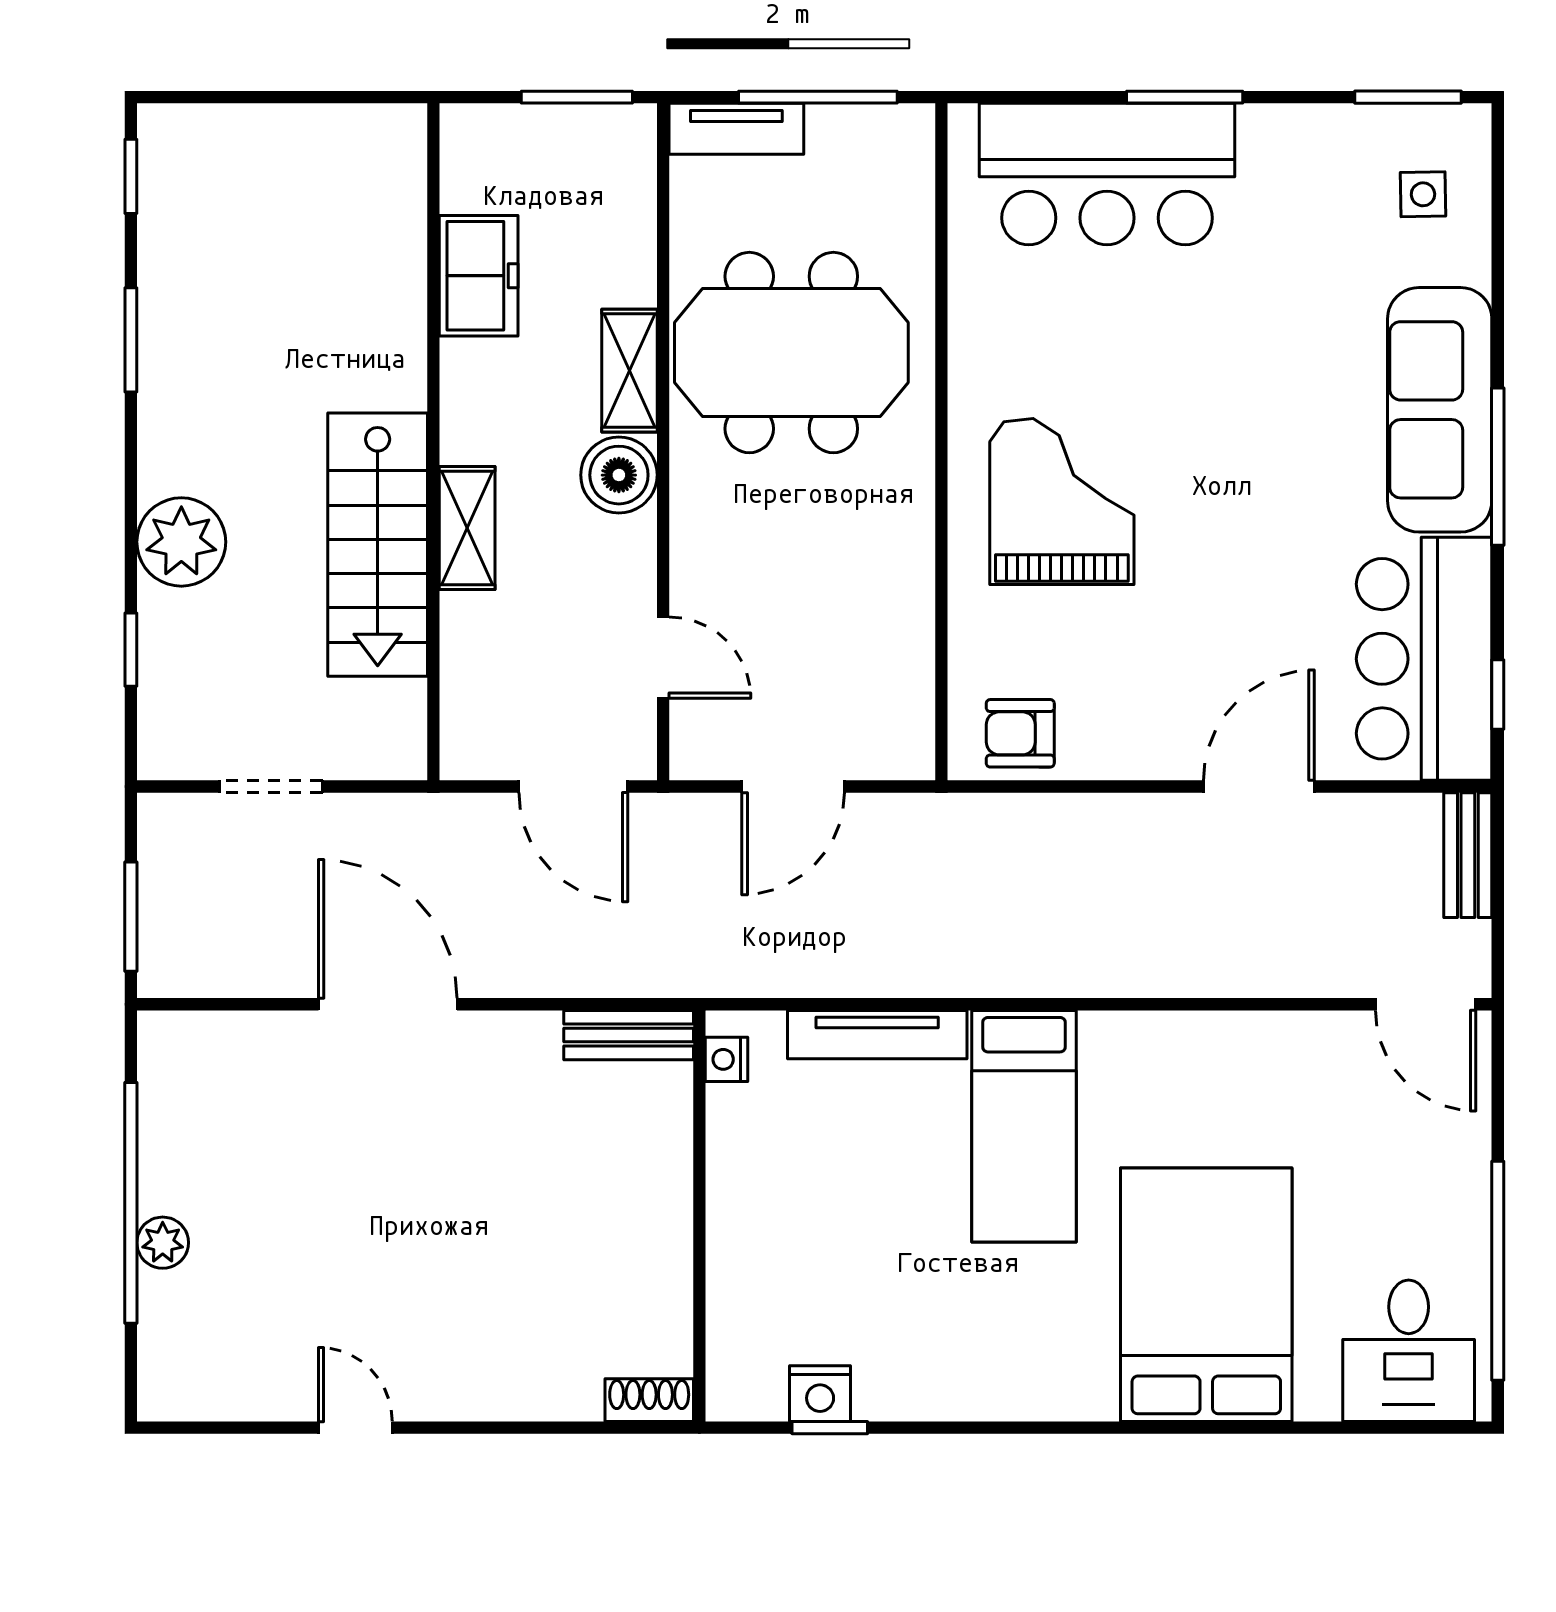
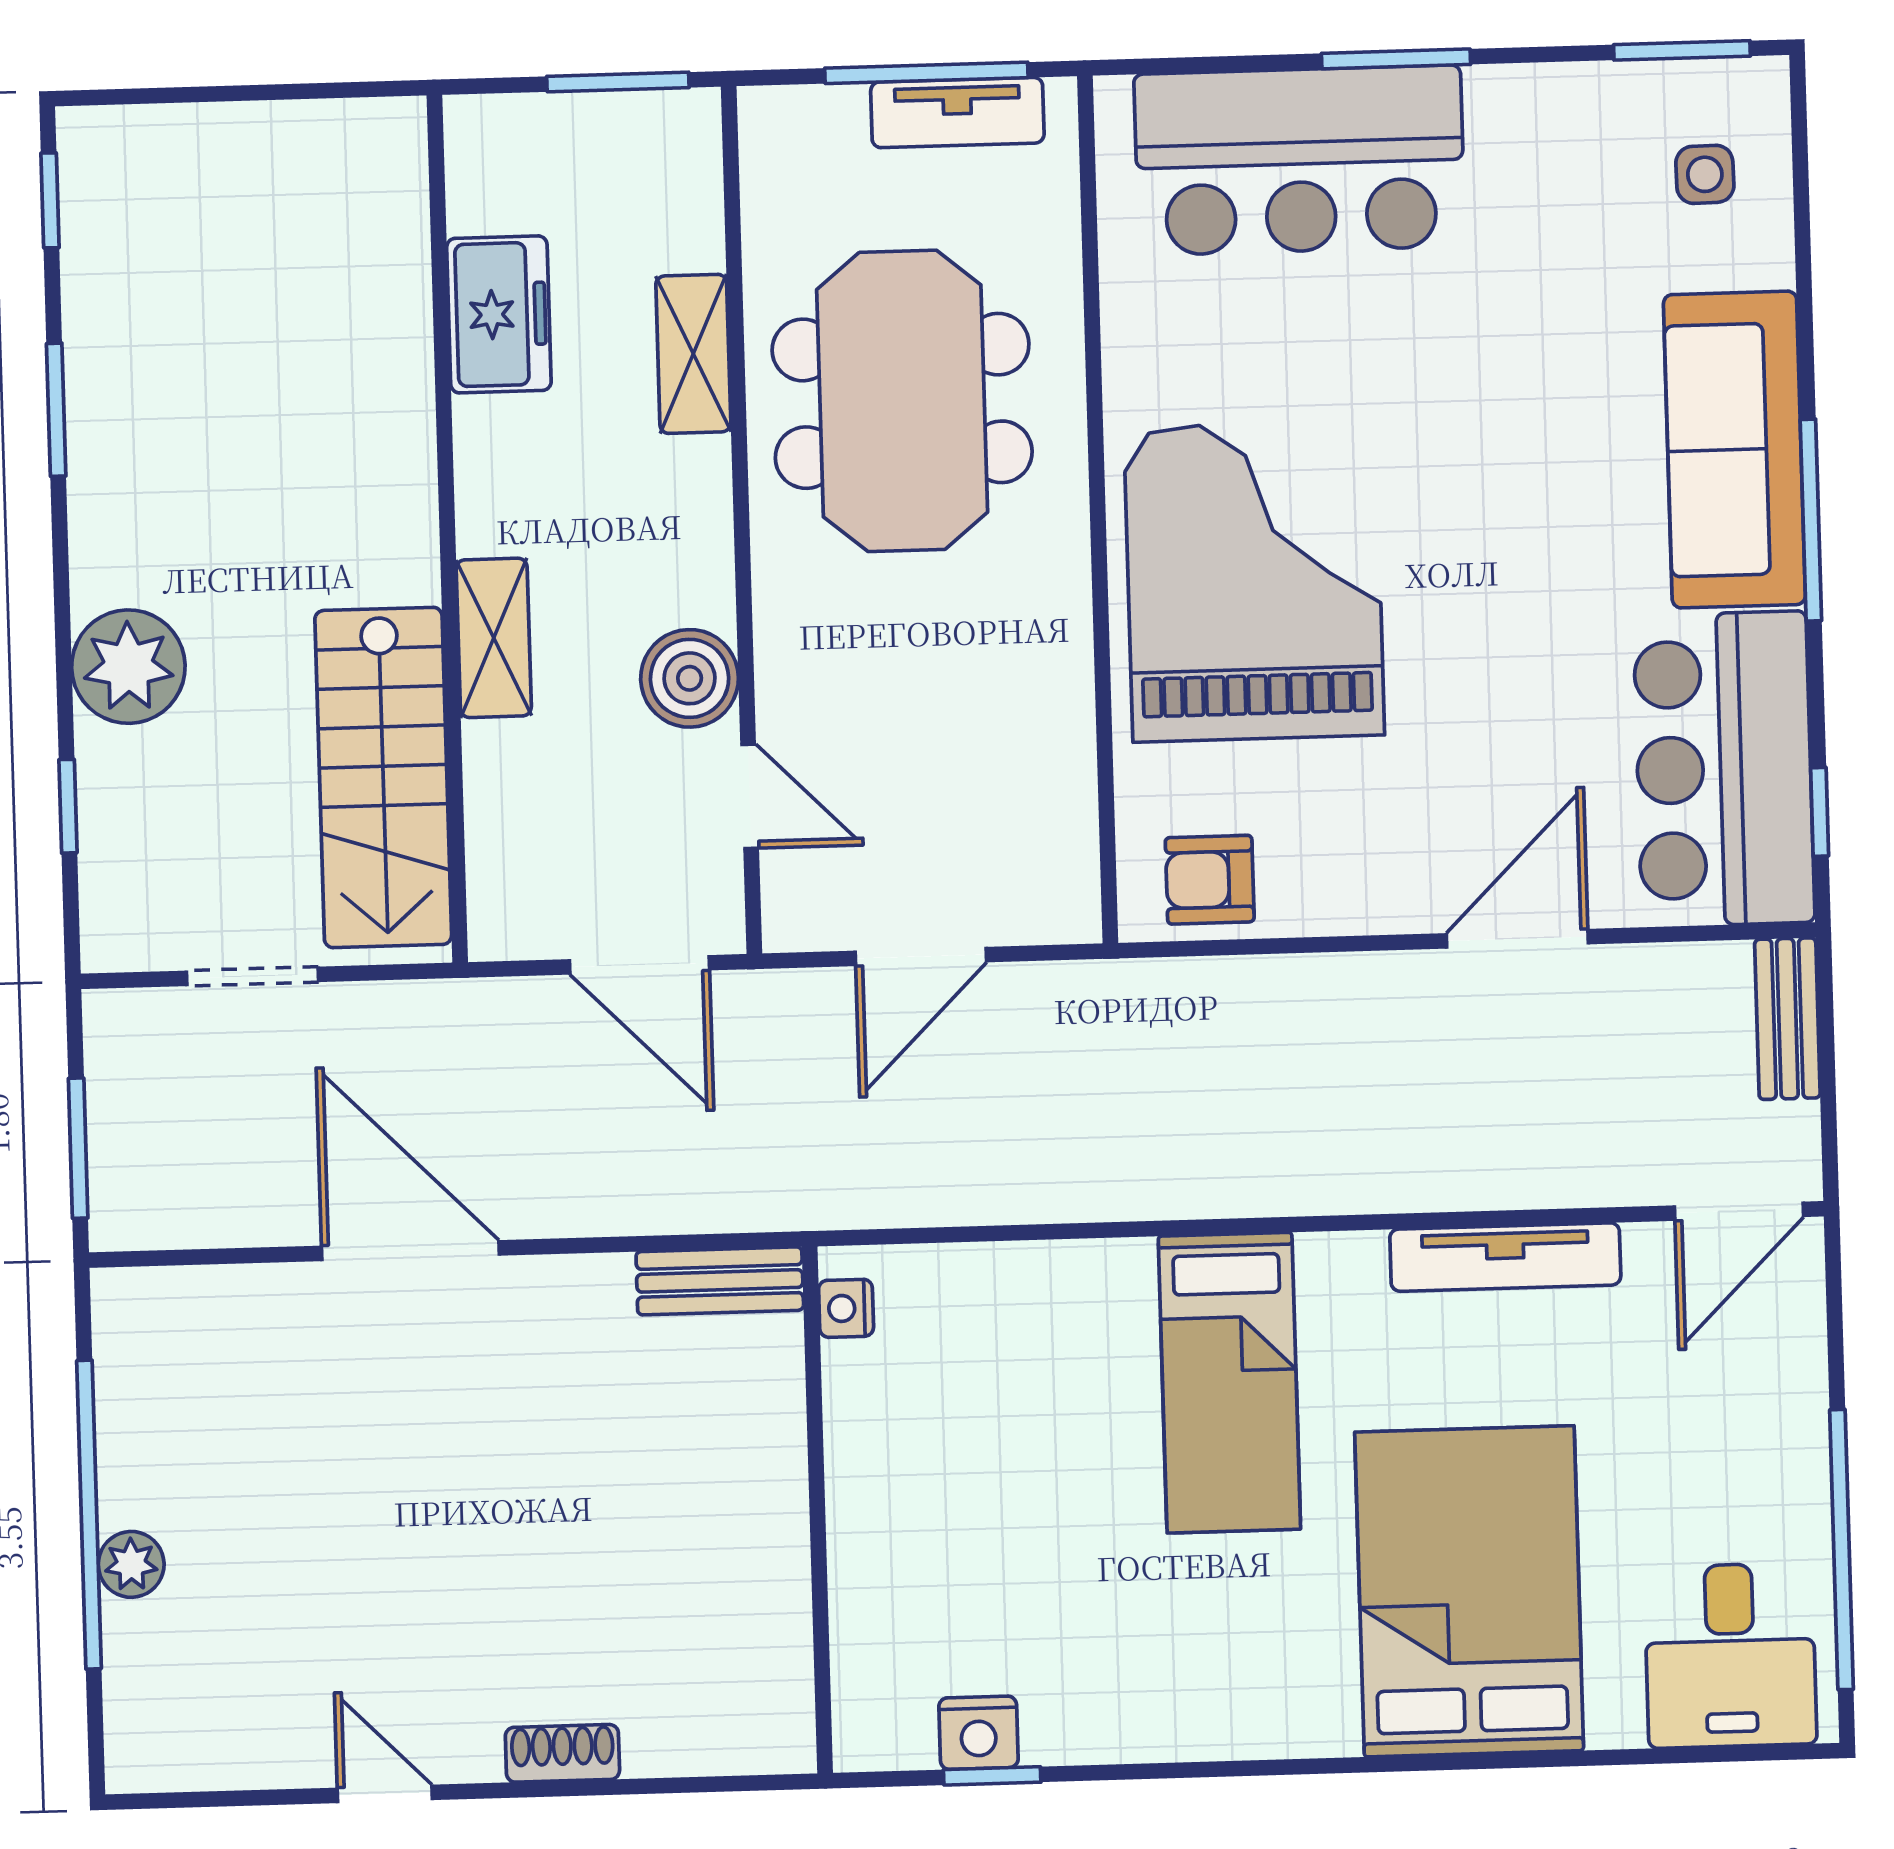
tv unit: (736, 129) -> (957, 113), moved
meeting table: (791, 353) -> (902, 401), turned 90
shelving: (629, 371) -> (693, 354), moved
boiler: (619, 475) -> (690, 678), moved
grand piano: (1062, 502) -> (1254, 581), width x1.37, depth x1.48
stairs: (378, 545) -> (383, 777), moved
door: (1426, 1004) -> (1739, 1211), hinge flipped
tv unit: (877, 1035) -> (1505, 1257), moved
shoe rack: (649, 1400) -> (562, 1753), moved

